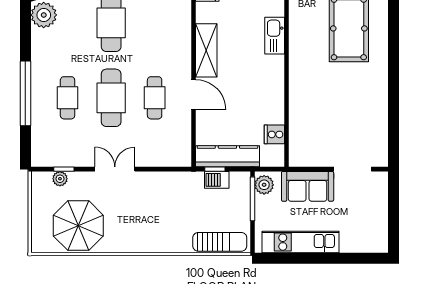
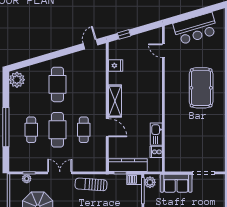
kitchen sink: (275, 36) -> (156, 134), moved
barbecue: (217, 180) -> (134, 179), moved
sun lounger: (167, 188) -> (91, 184), added

